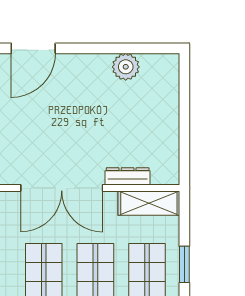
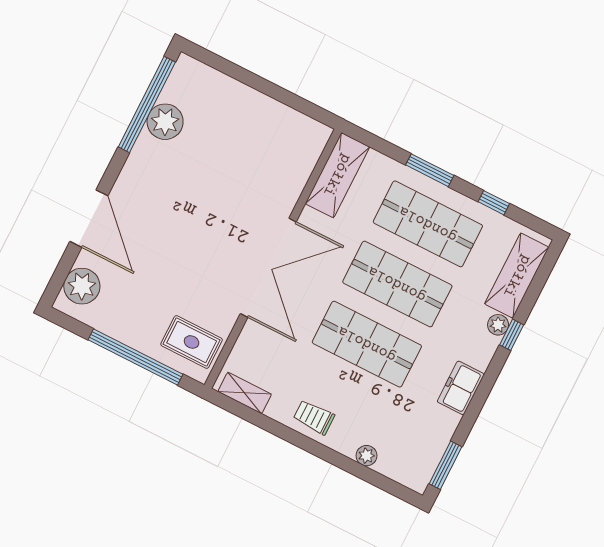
window: (131, 48) -> (147, 104), added
dresser: (128, 176) -> (294, 184), removed

